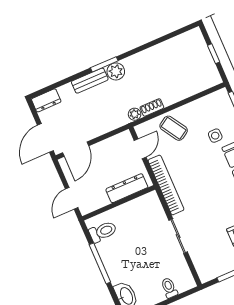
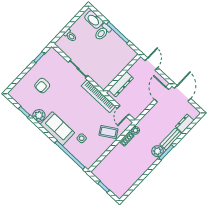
dresser: (46, 100) -> (185, 123), moved
toilet: (103, 232) -> (103, 32), moved

